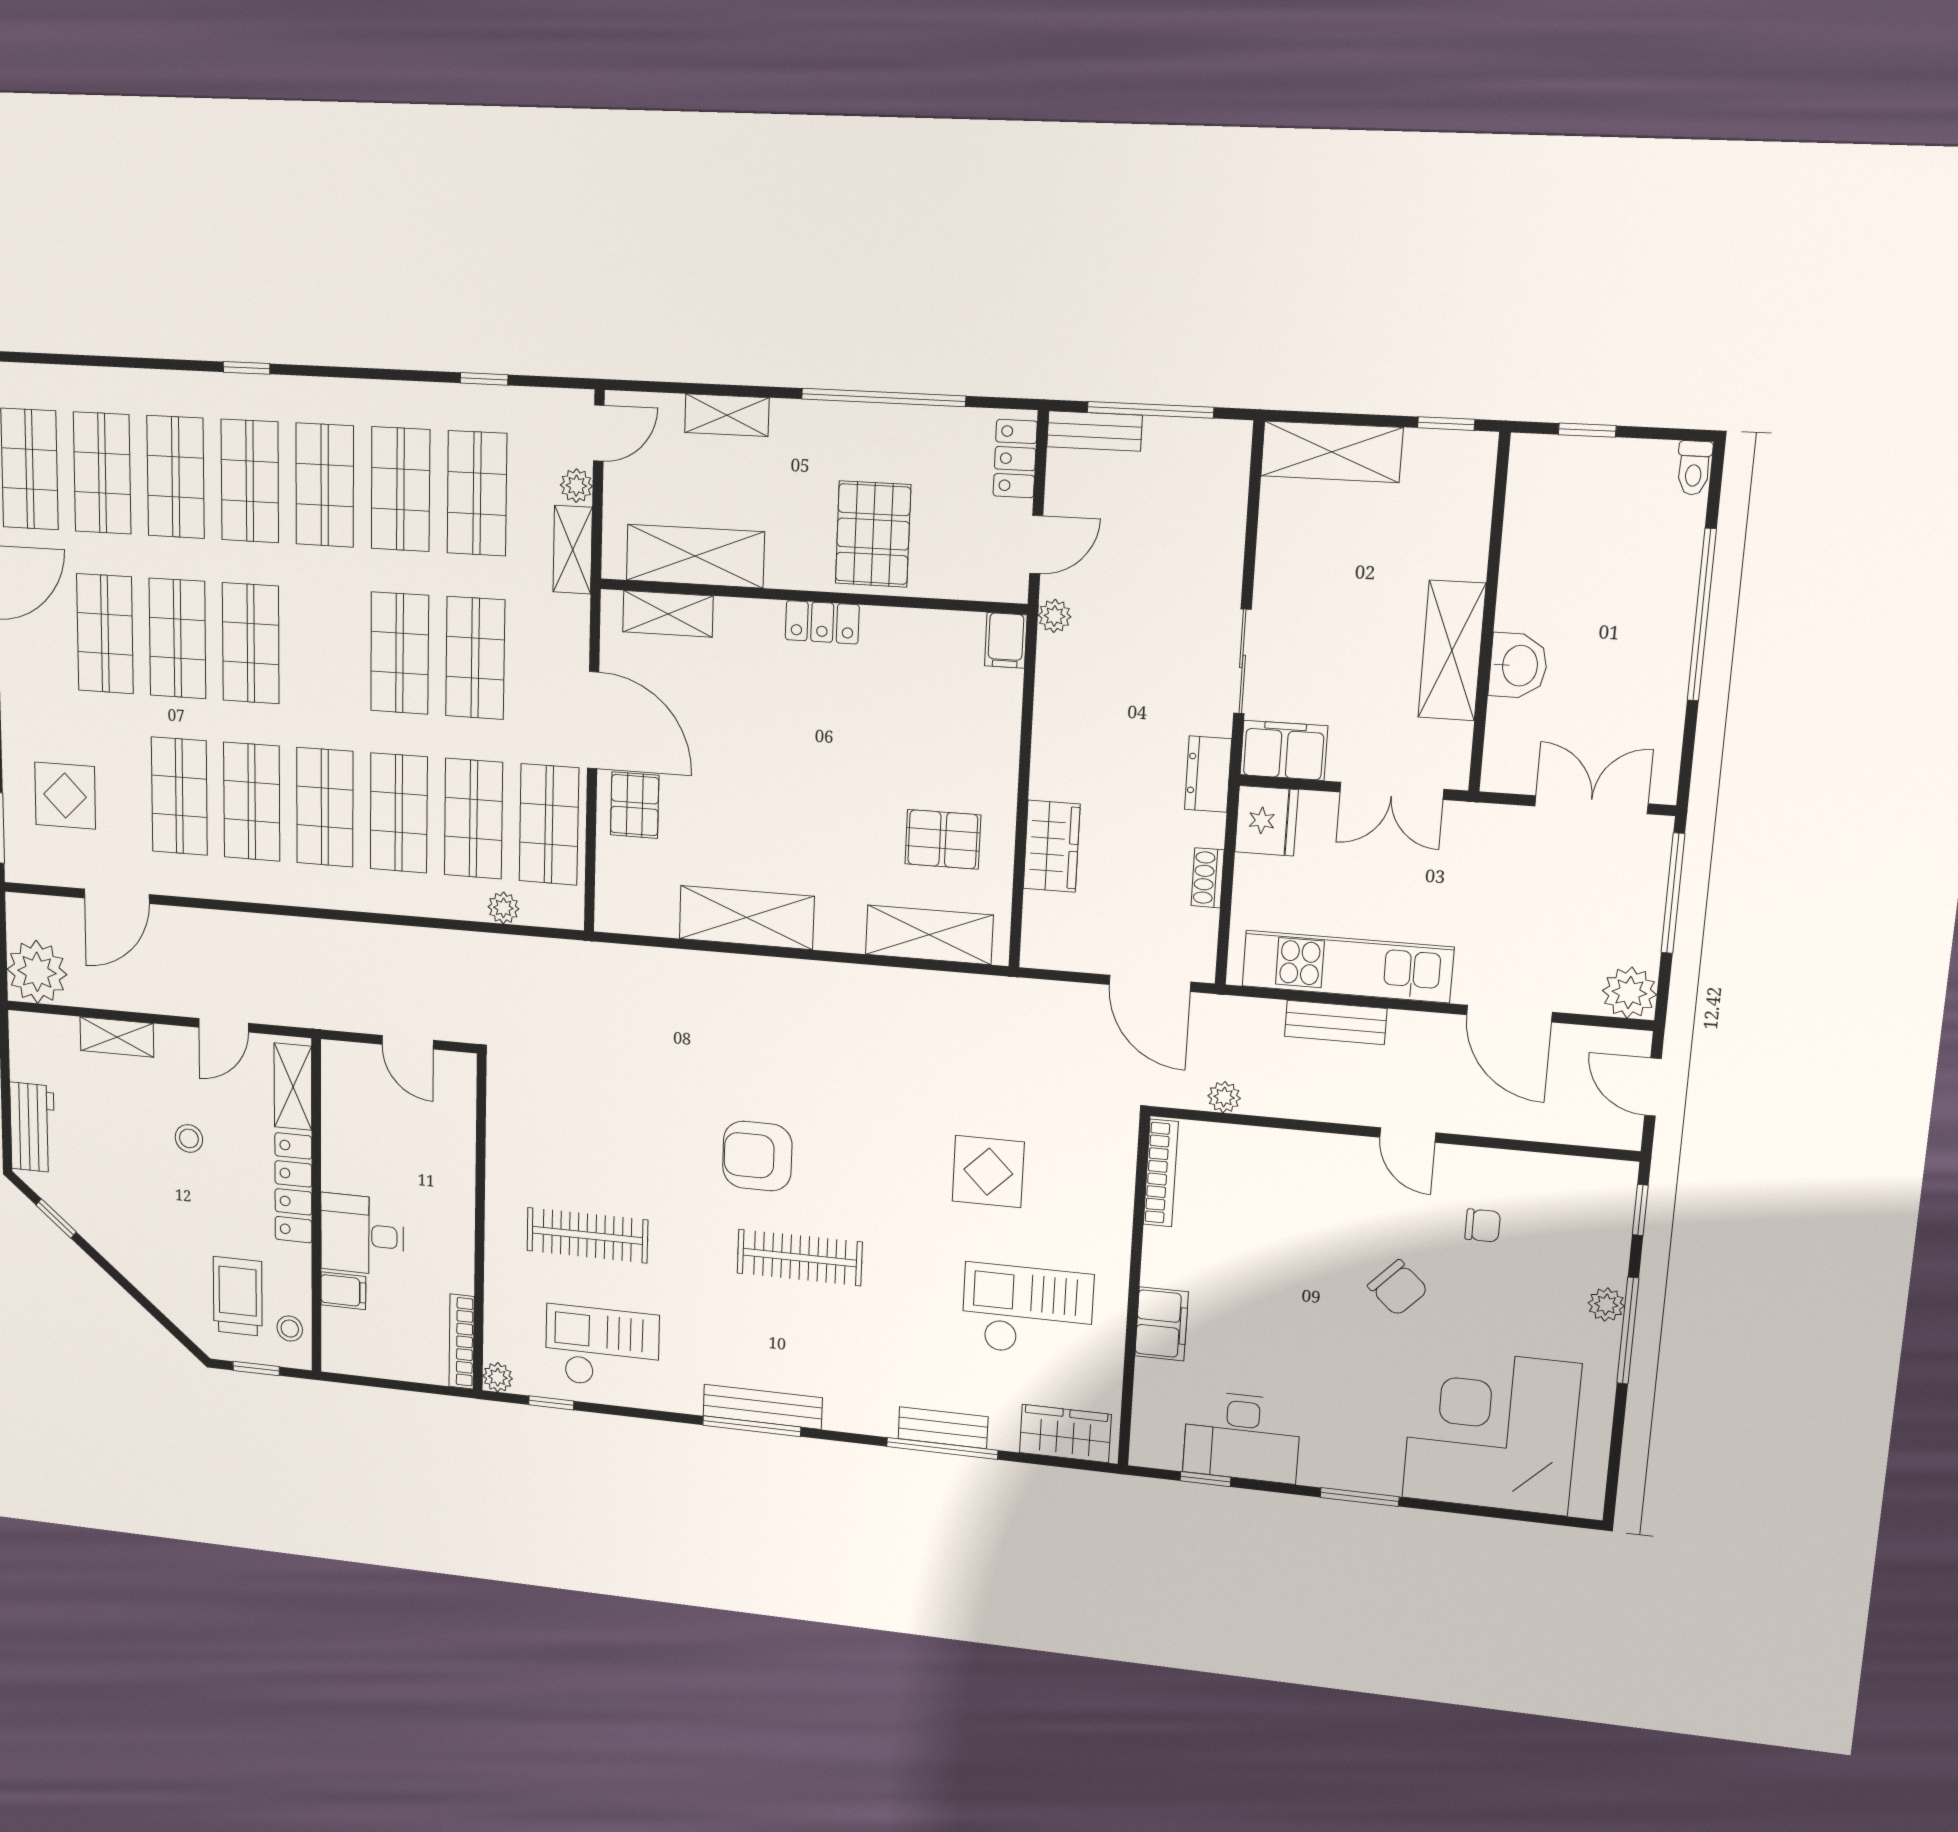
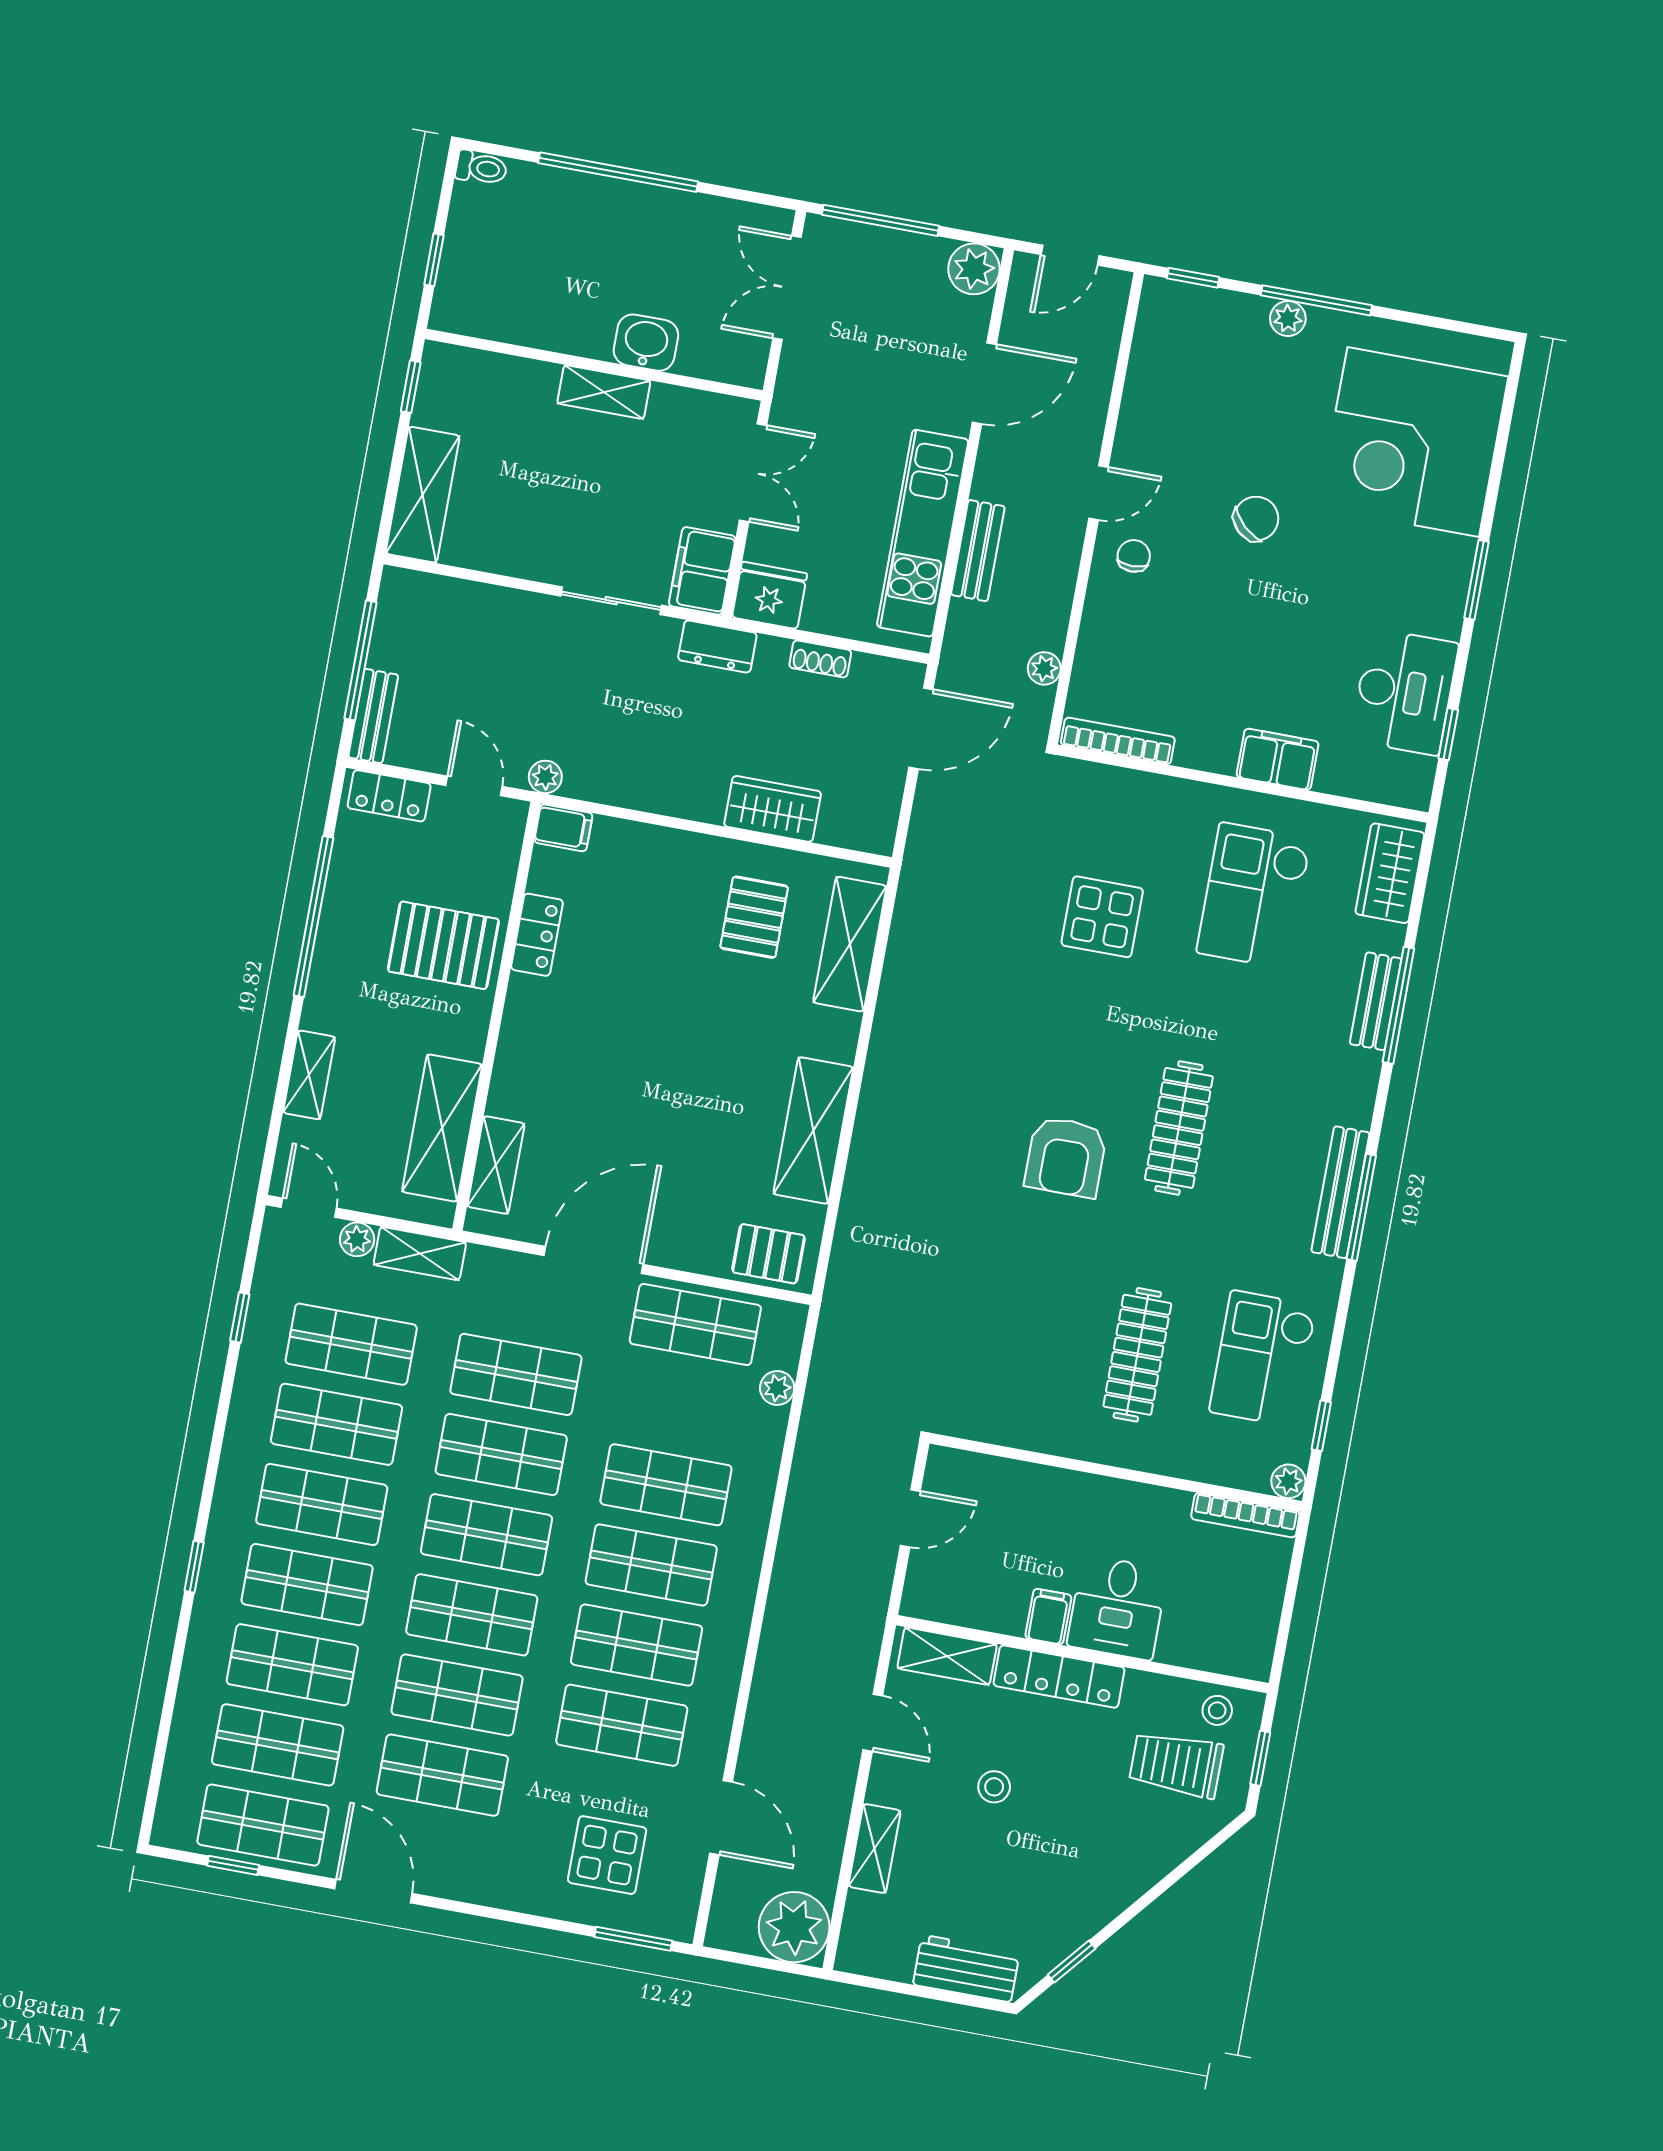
locker: (822, 622) -> (537, 935), moved
shelving: (1452, 651) -> (604, 392), width x0.67, depth x0.75
pallet: (635, 805) -> (769, 1254), moved
shop shelf: (473, 819) -> (486, 1535), moved
chair: (1483, 1225) -> (1134, 556), moved
filing cabinet: (343, 1291) -> (1048, 1617), moved

